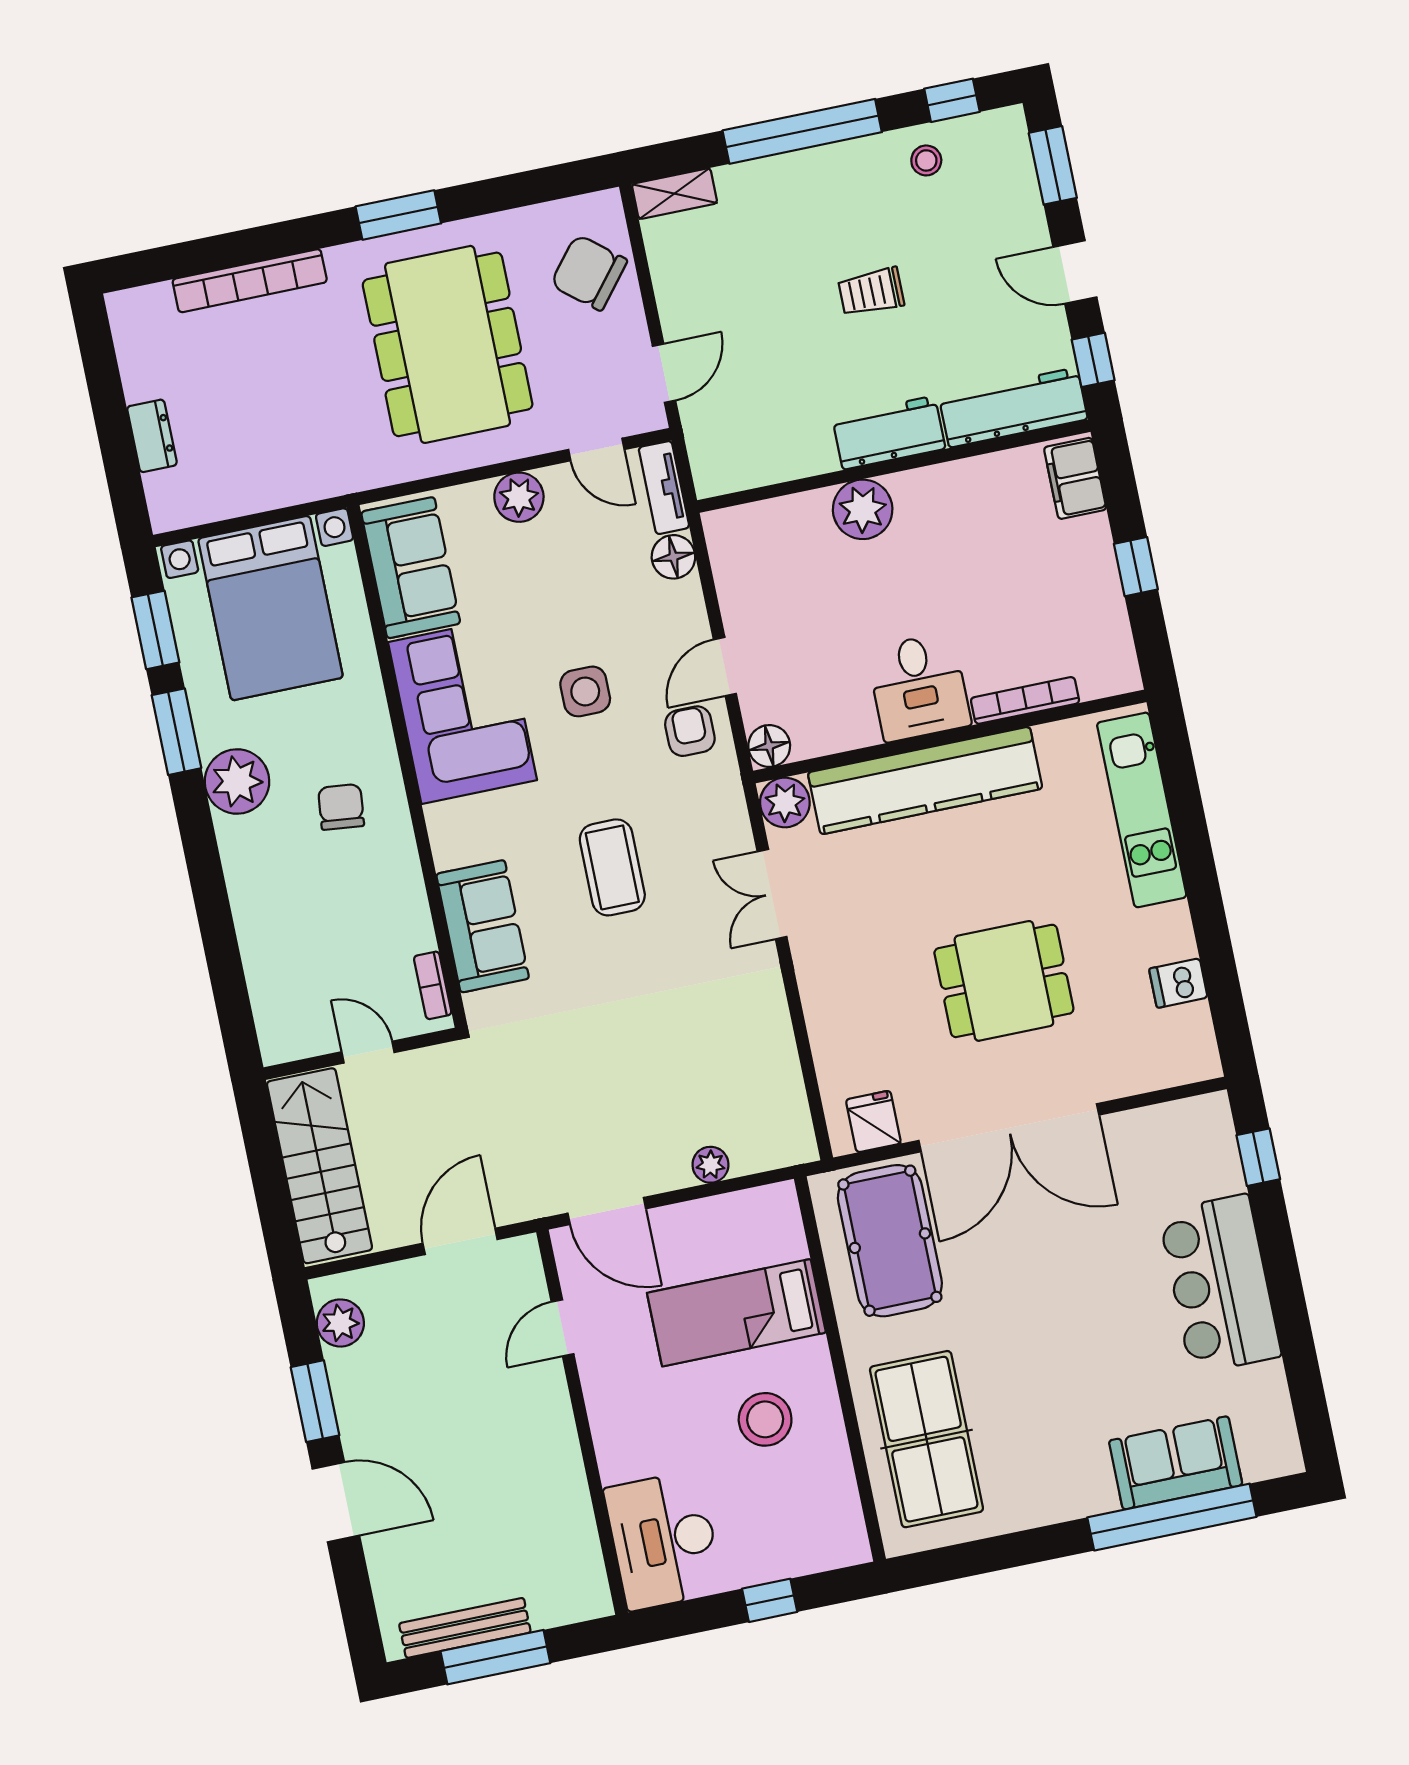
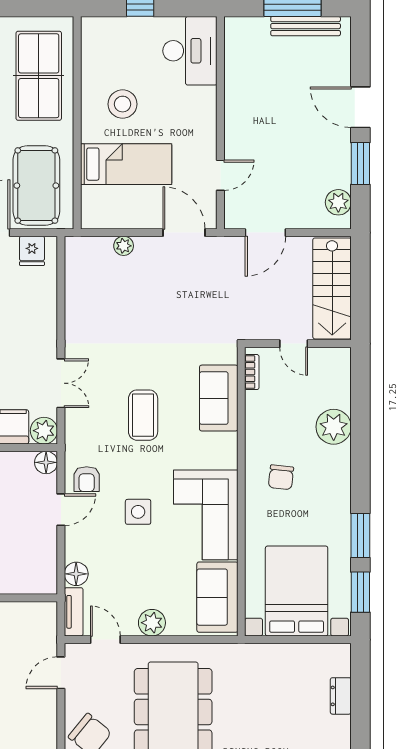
plant: (237, 781) -> (334, 427), moved

